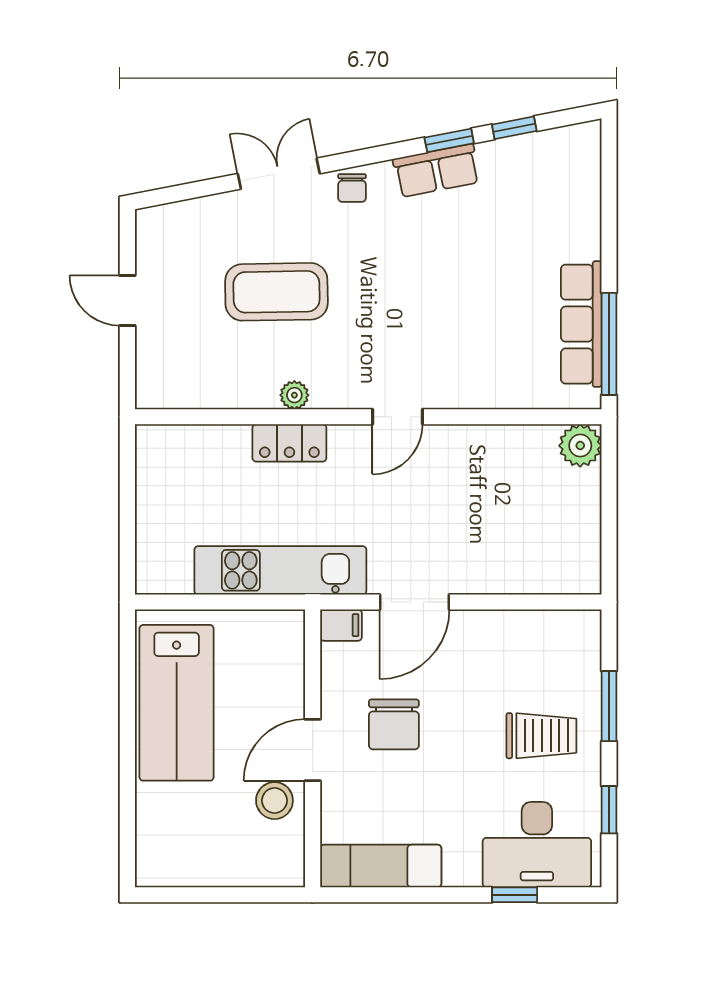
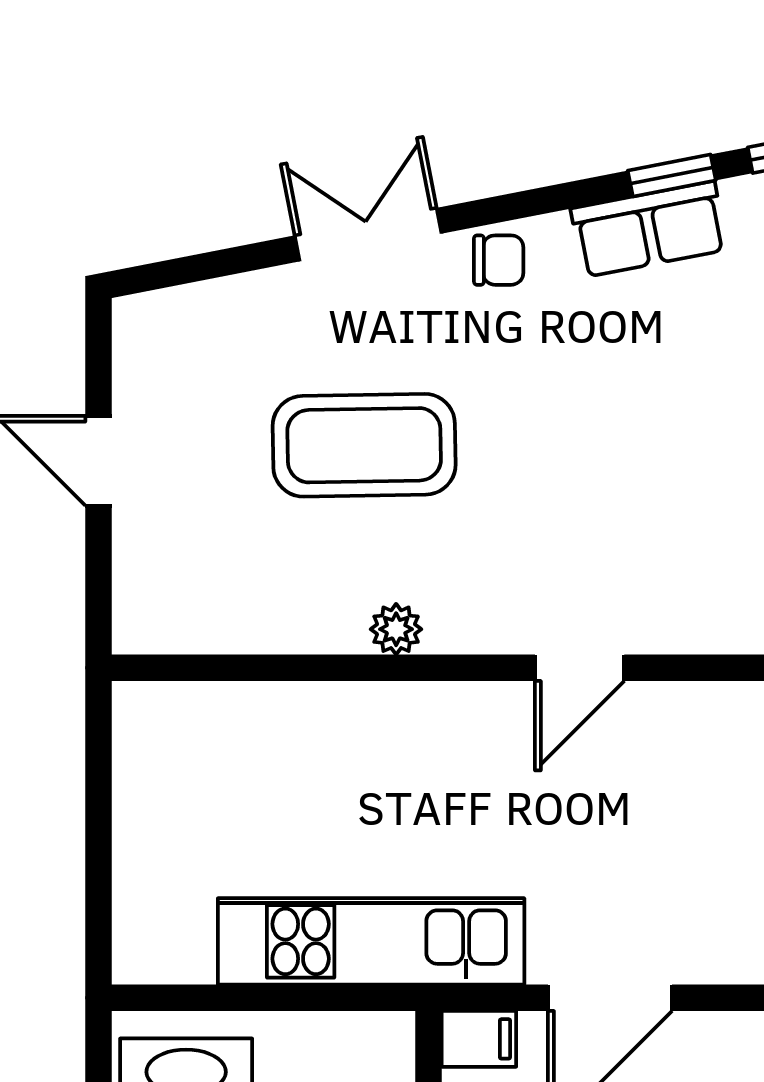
chair: (352, 188) -> (499, 260), turned -90
locker: (289, 443) -> (387, 714), removed

